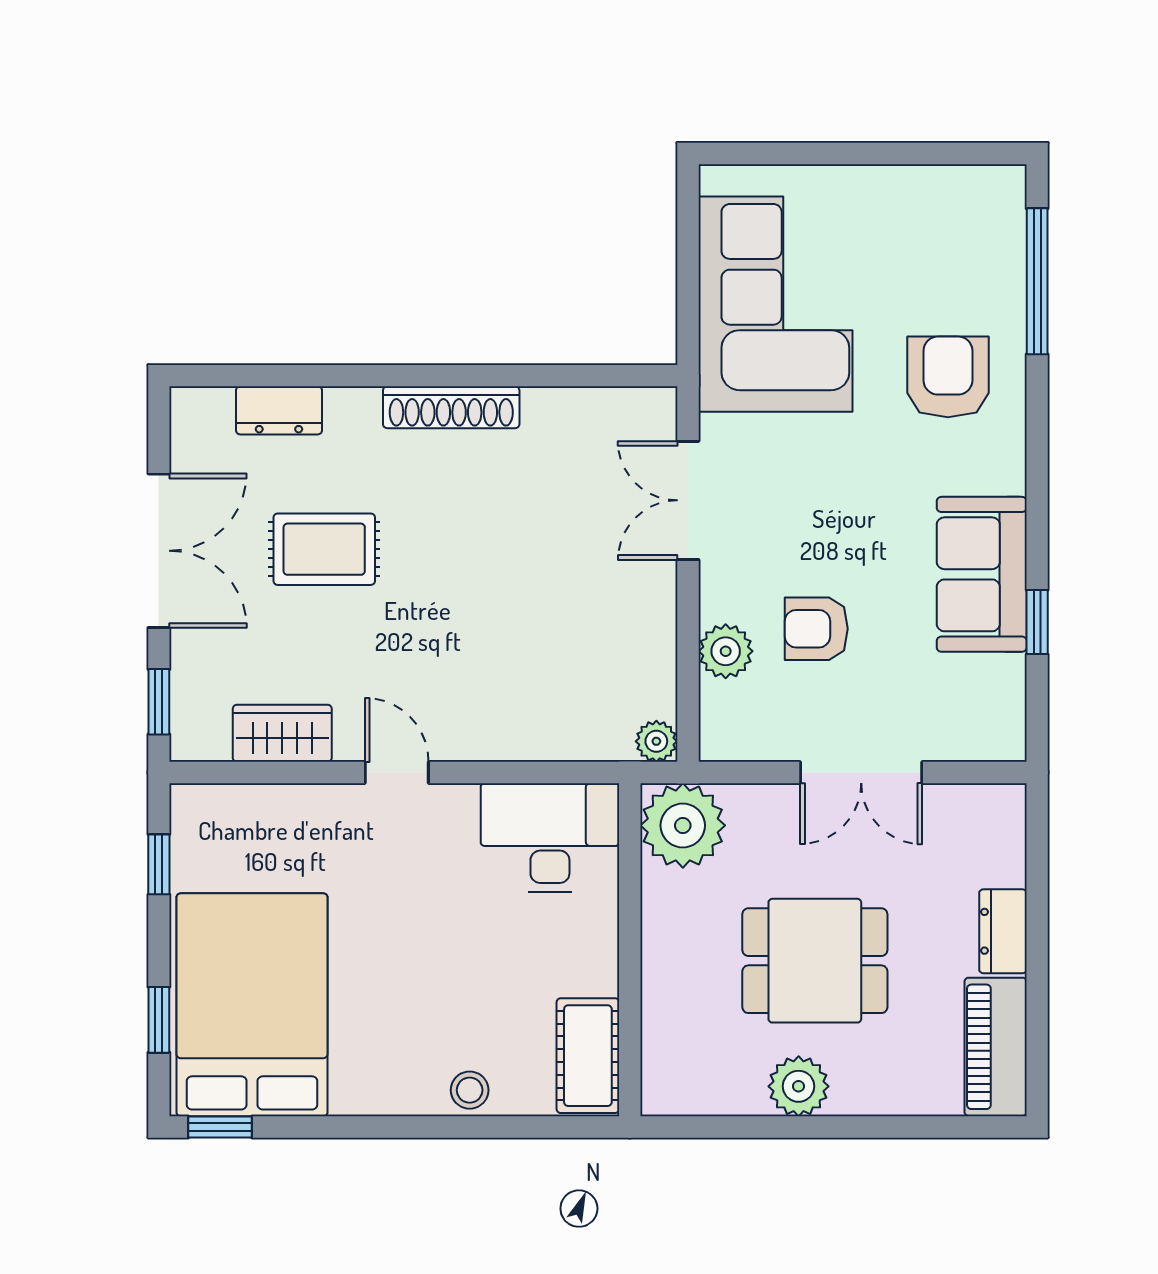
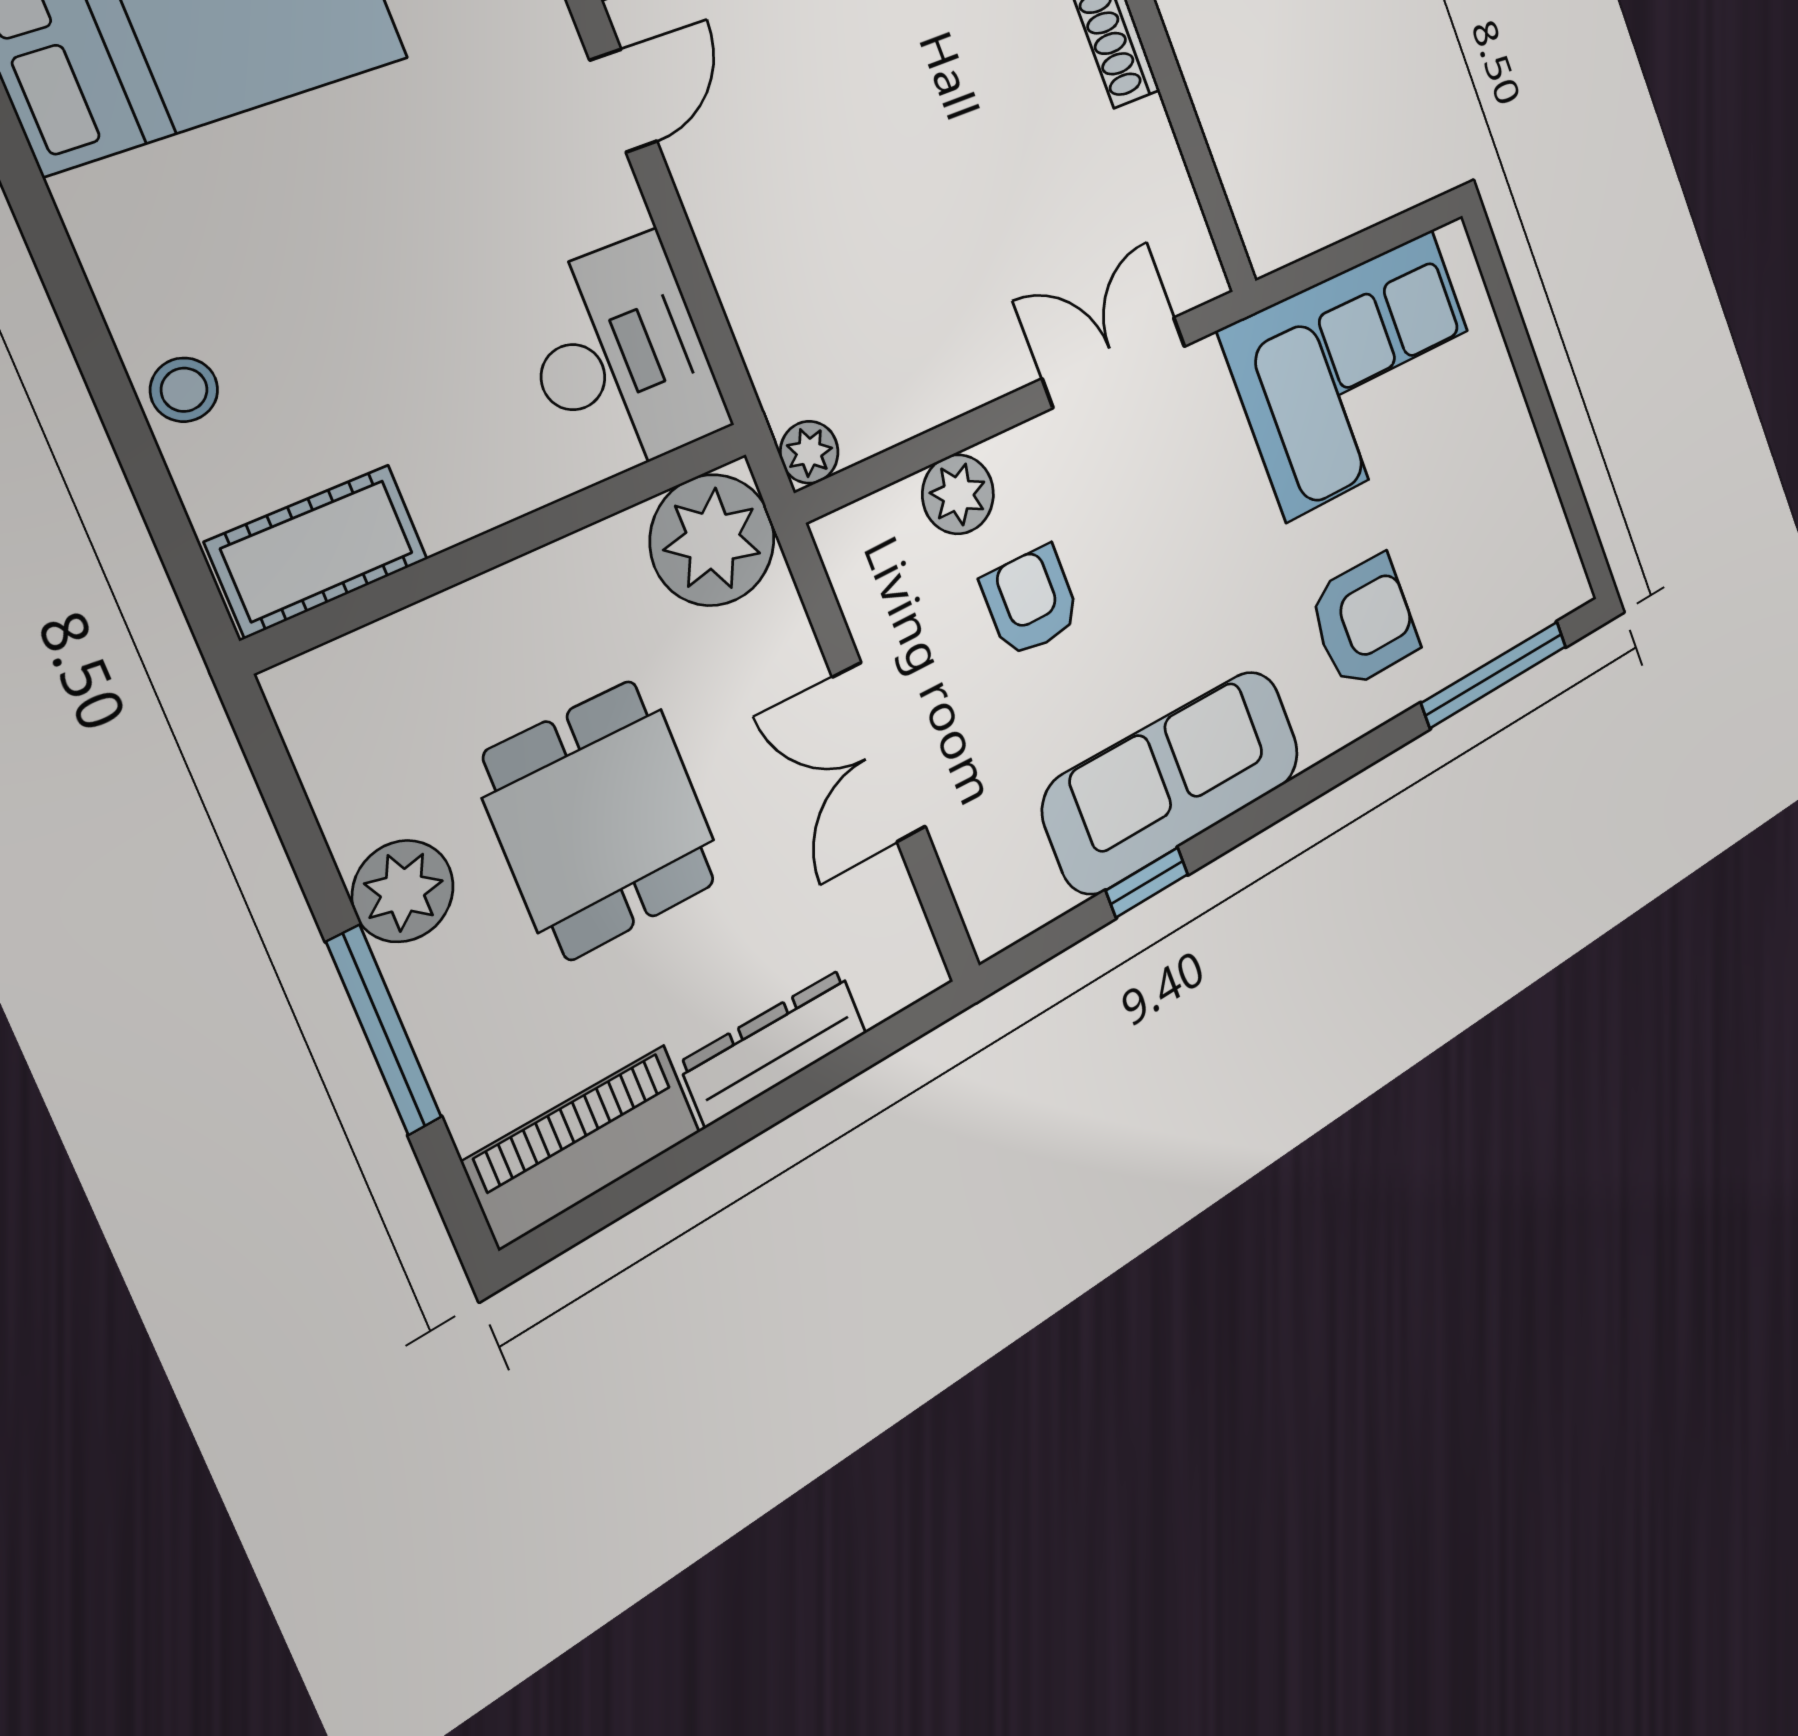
sofa: (982, 574) -> (1173, 781), width x1.36
dresser: (1003, 931) -> (774, 1047), width x1.44
window: (869, 1127) -> (384, 1030), added

